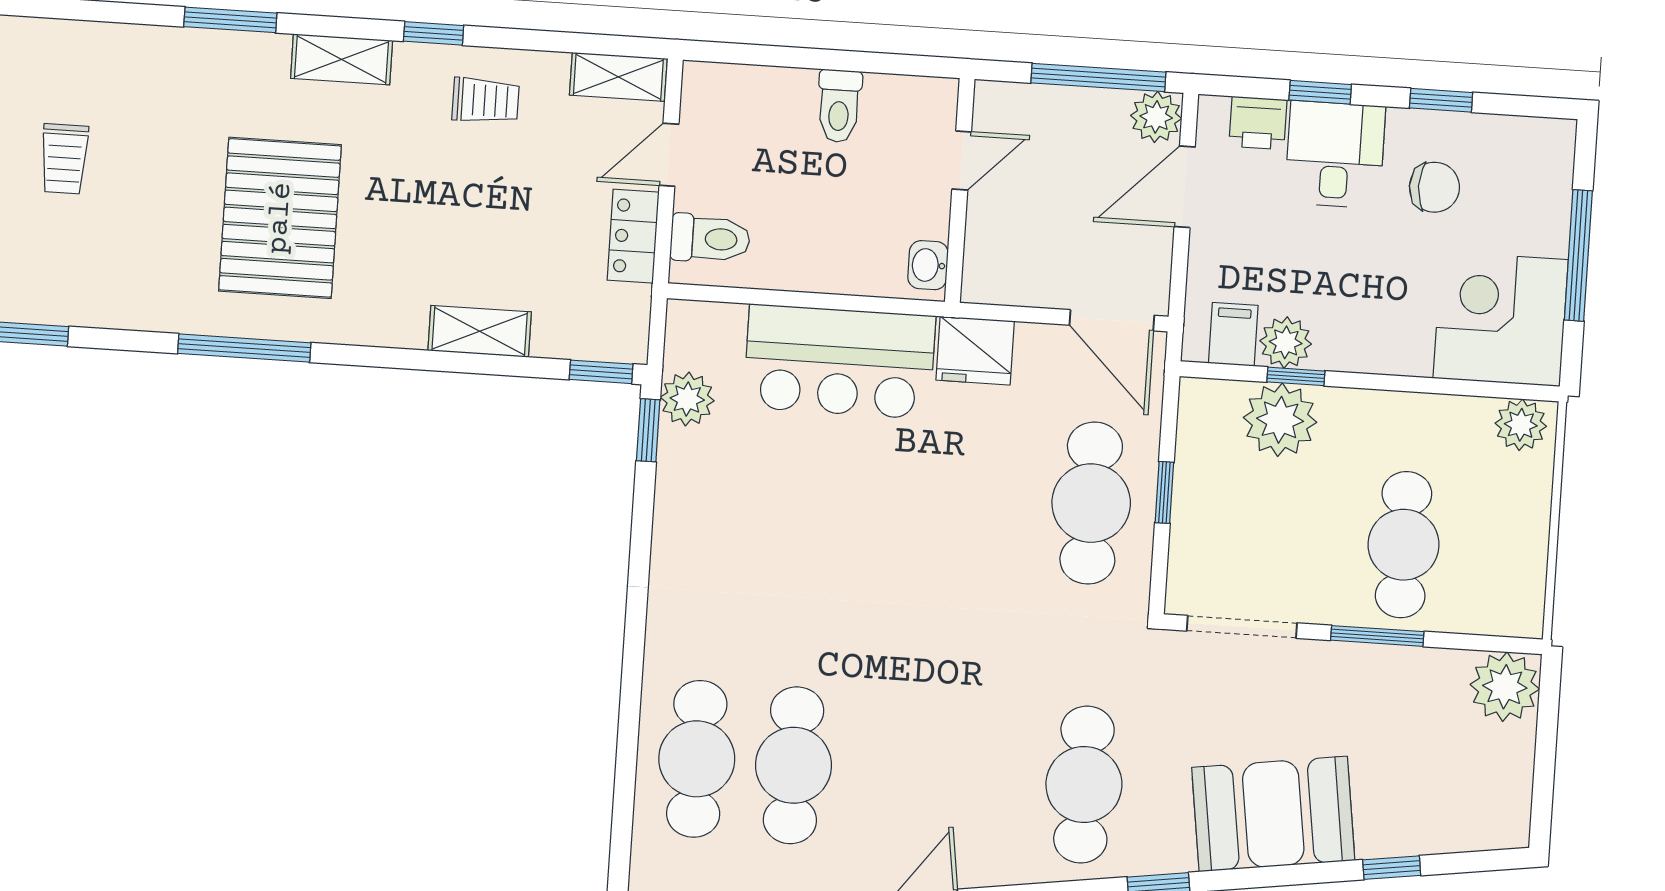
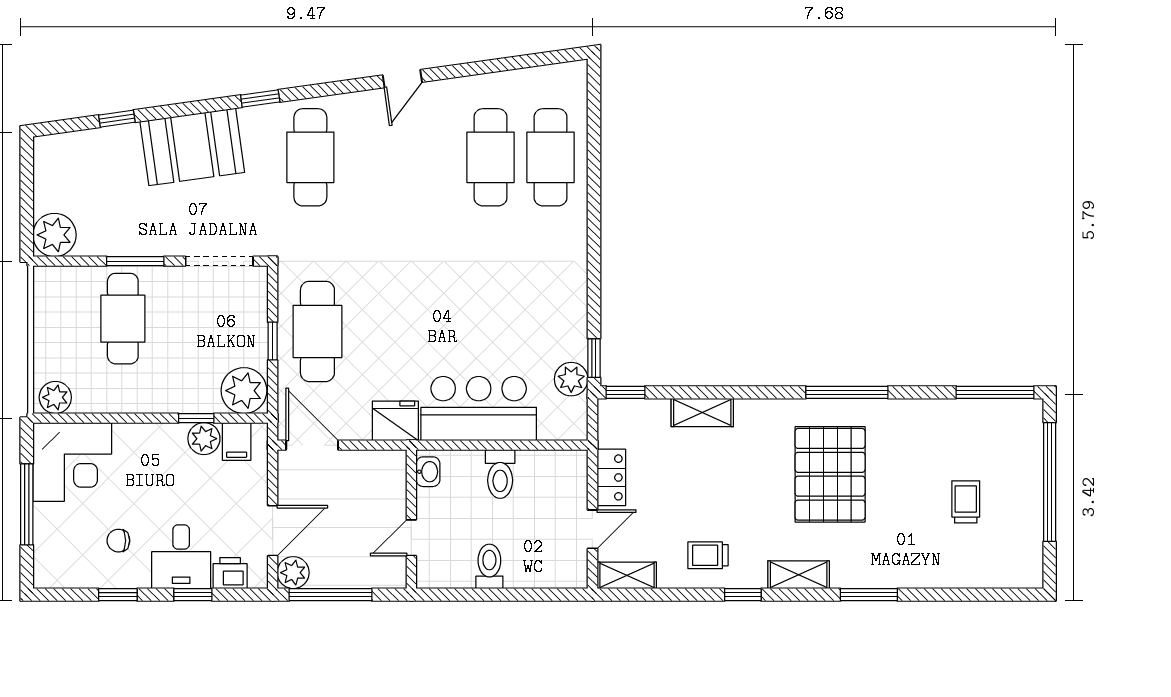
chair: (1434, 187) -> (118, 541), width x0.73, depth x0.73
toilet: (710, 239) -> (500, 474), moved, turned -90
plant: (1280, 420) -> (244, 391), moved

